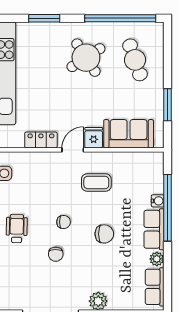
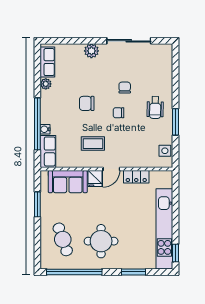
round table: (86, 58) -> (101, 241), turned 33
row of seats: (154, 229) -> (48, 151), moved

